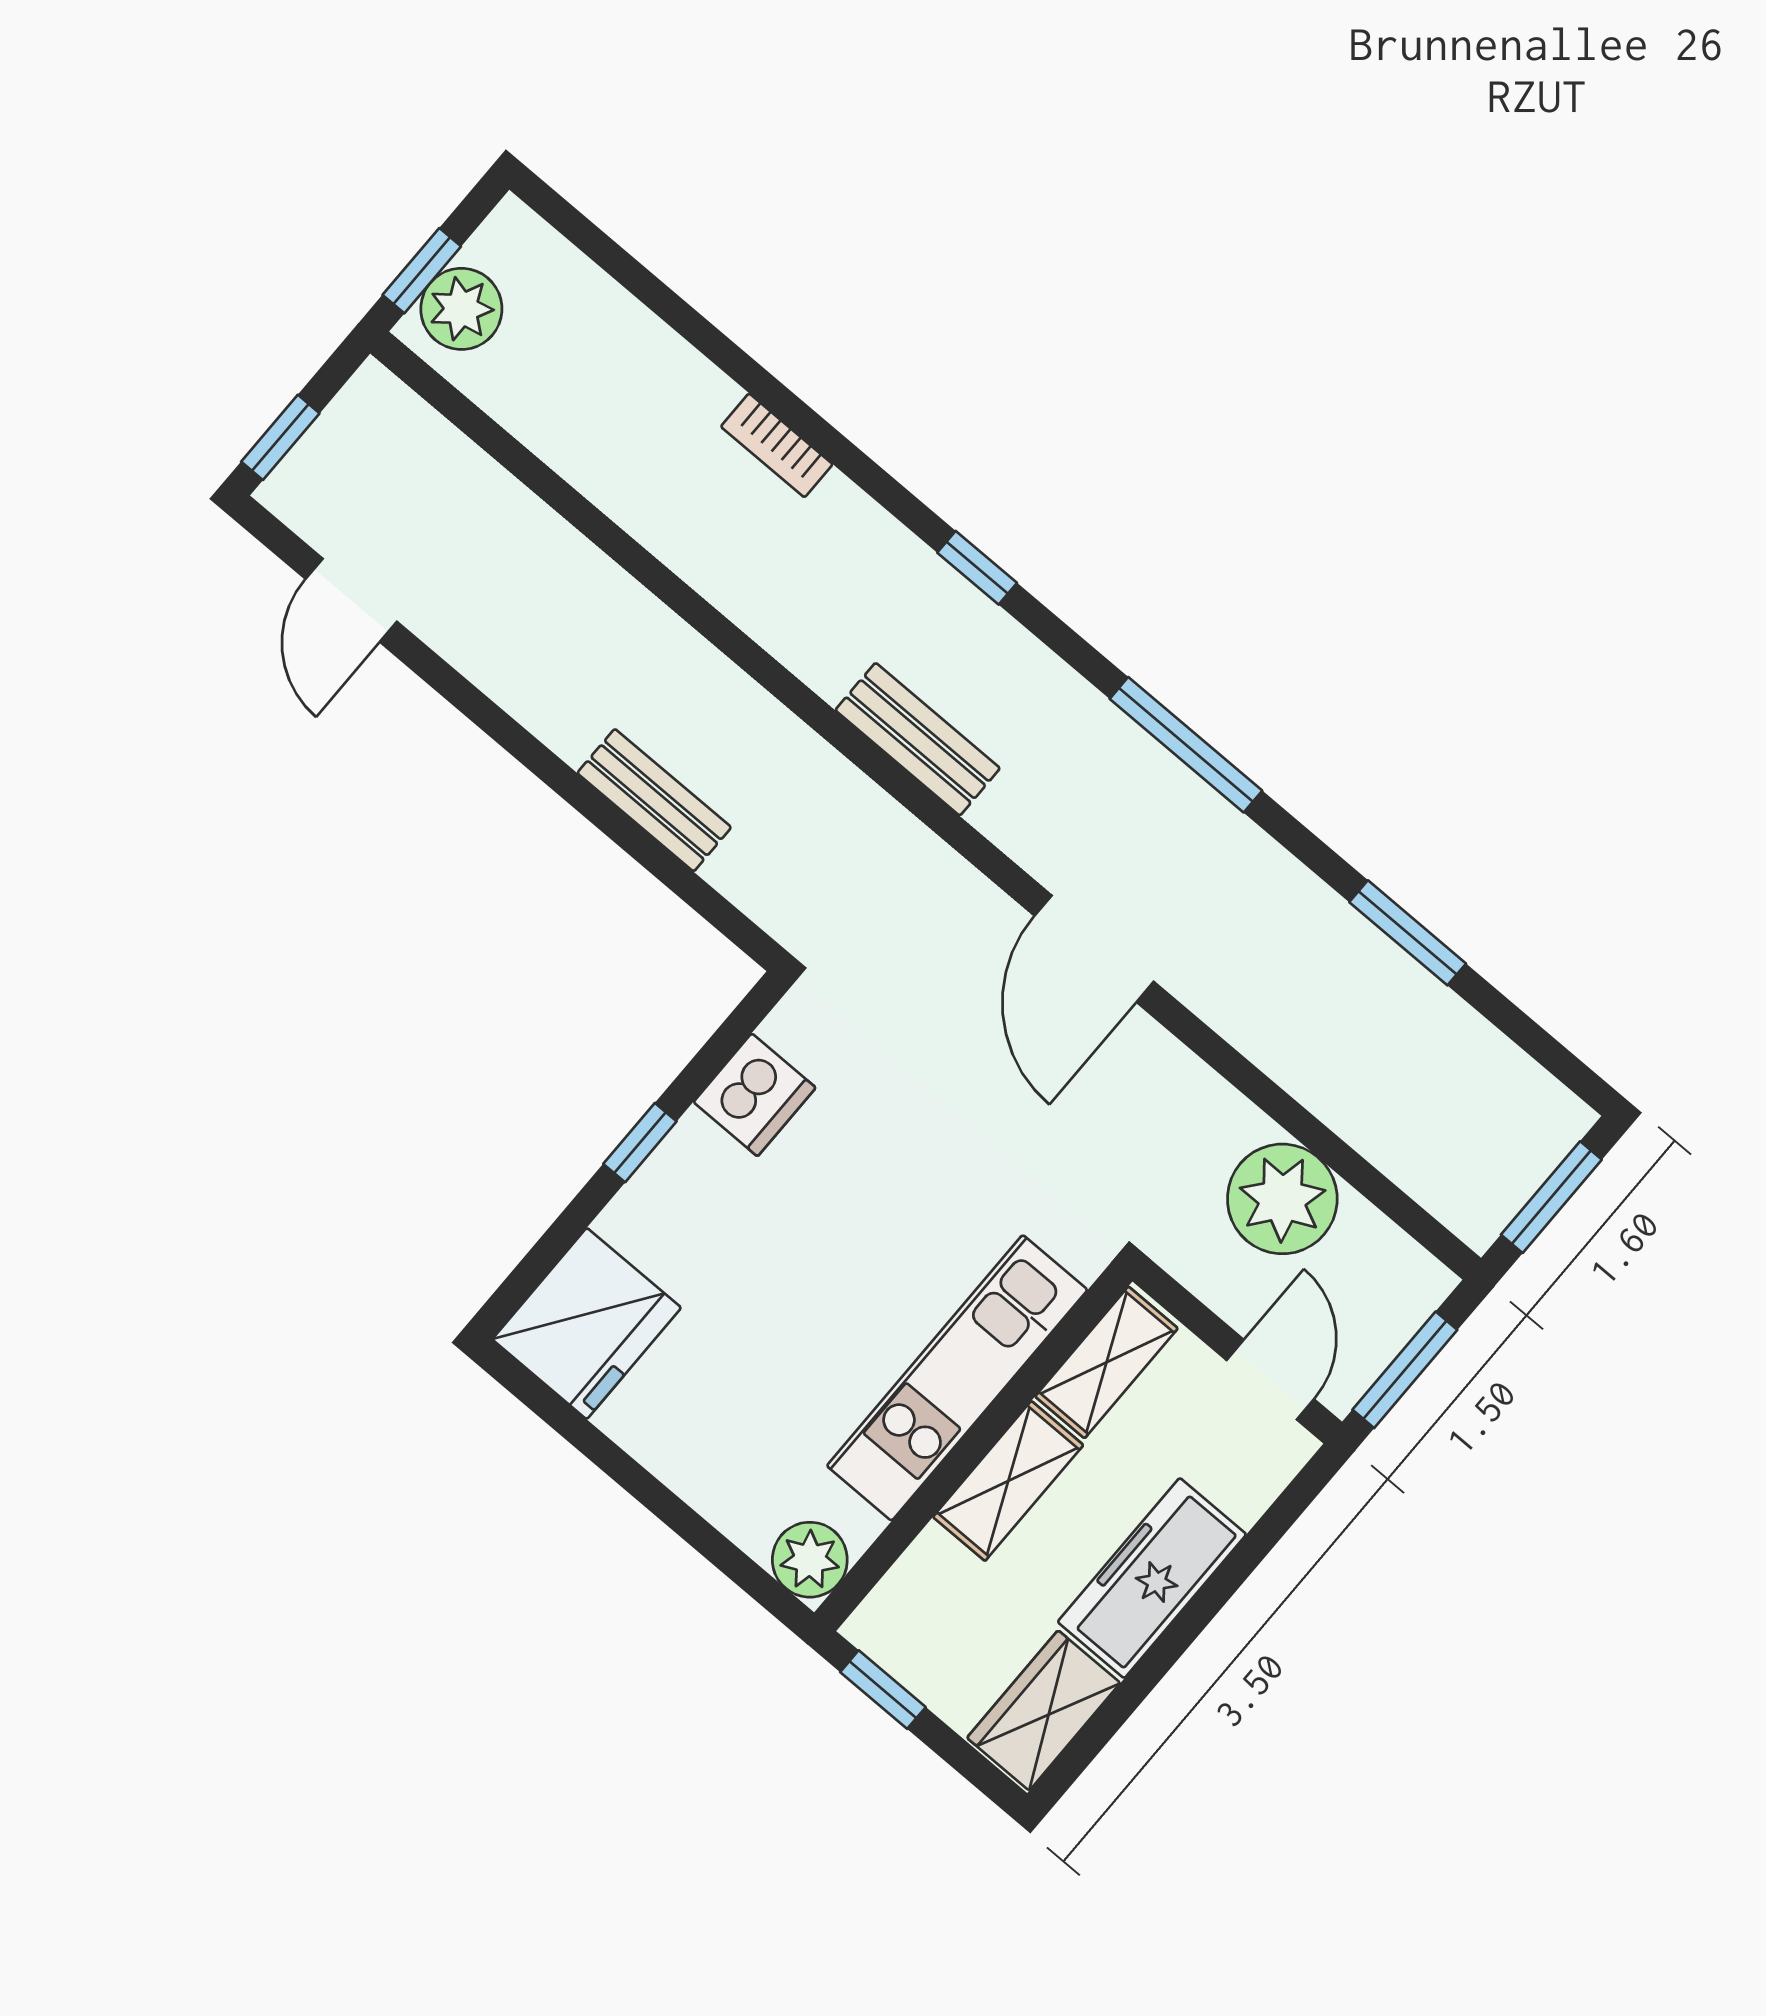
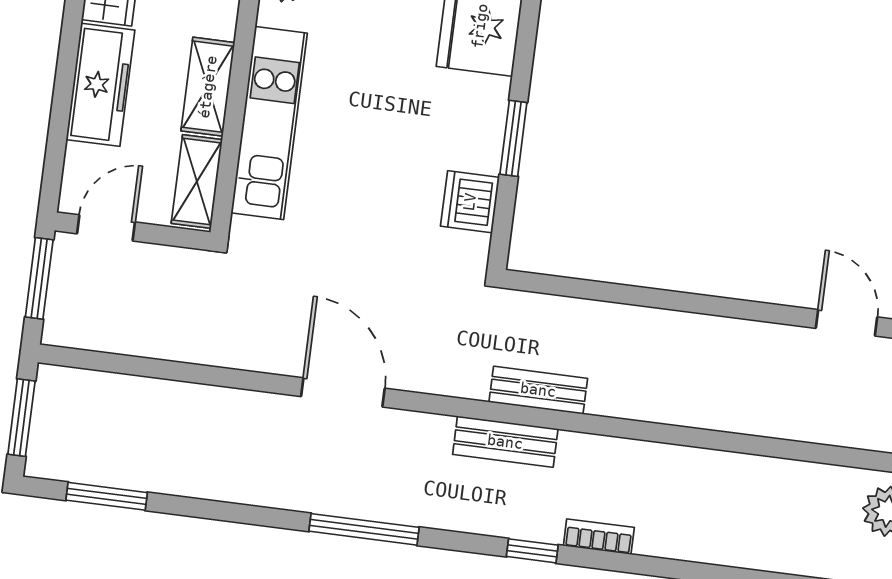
bookcase: (777, 445) -> (599, 537), moved
bench: (654, 800) -> (538, 390), moved
window: (1408, 933) -> (107, 496), moved
window: (640, 1143) -> (513, 138), width x1.50
plant: (1282, 1199) -> (161, 326), removed
door: (1270, 1380) -> (106, 228), swing flipped

